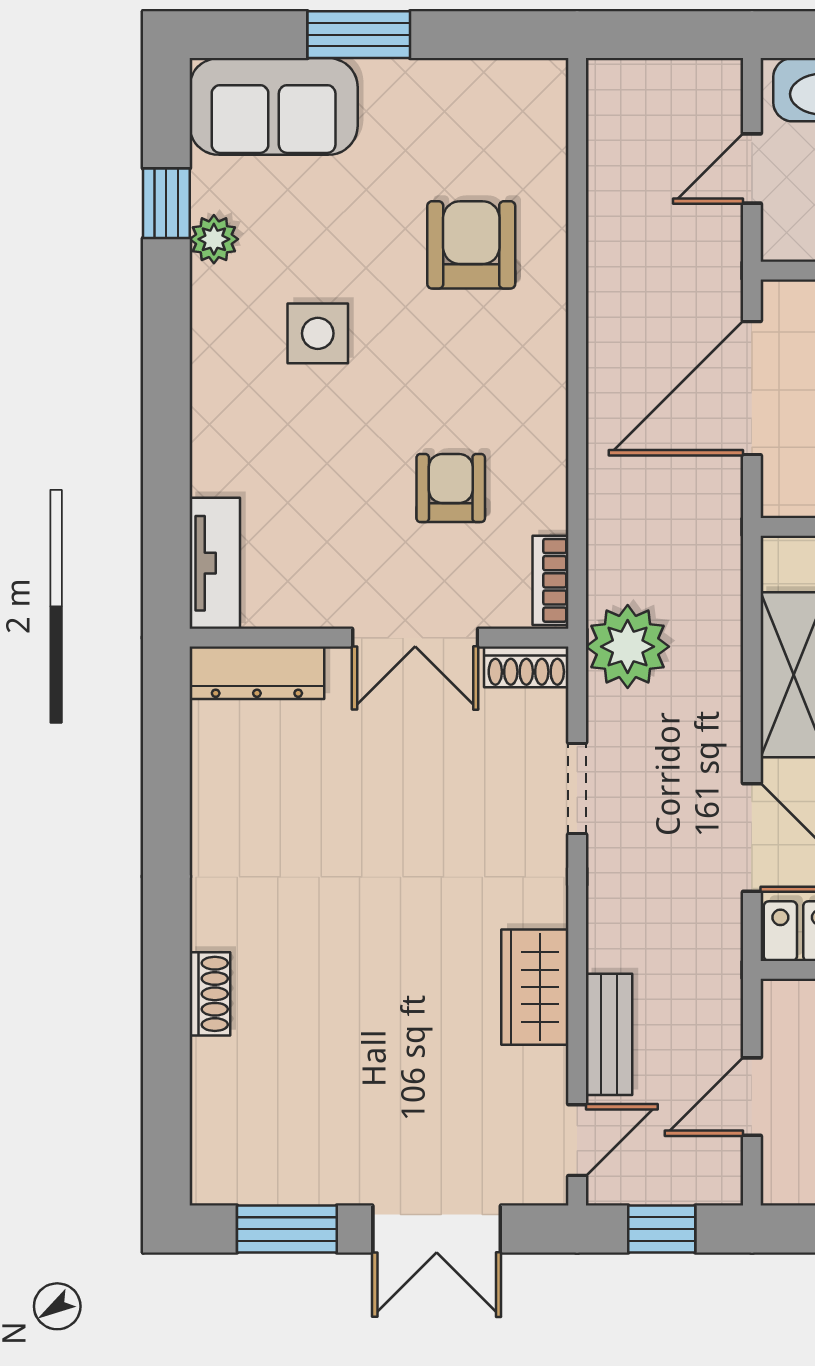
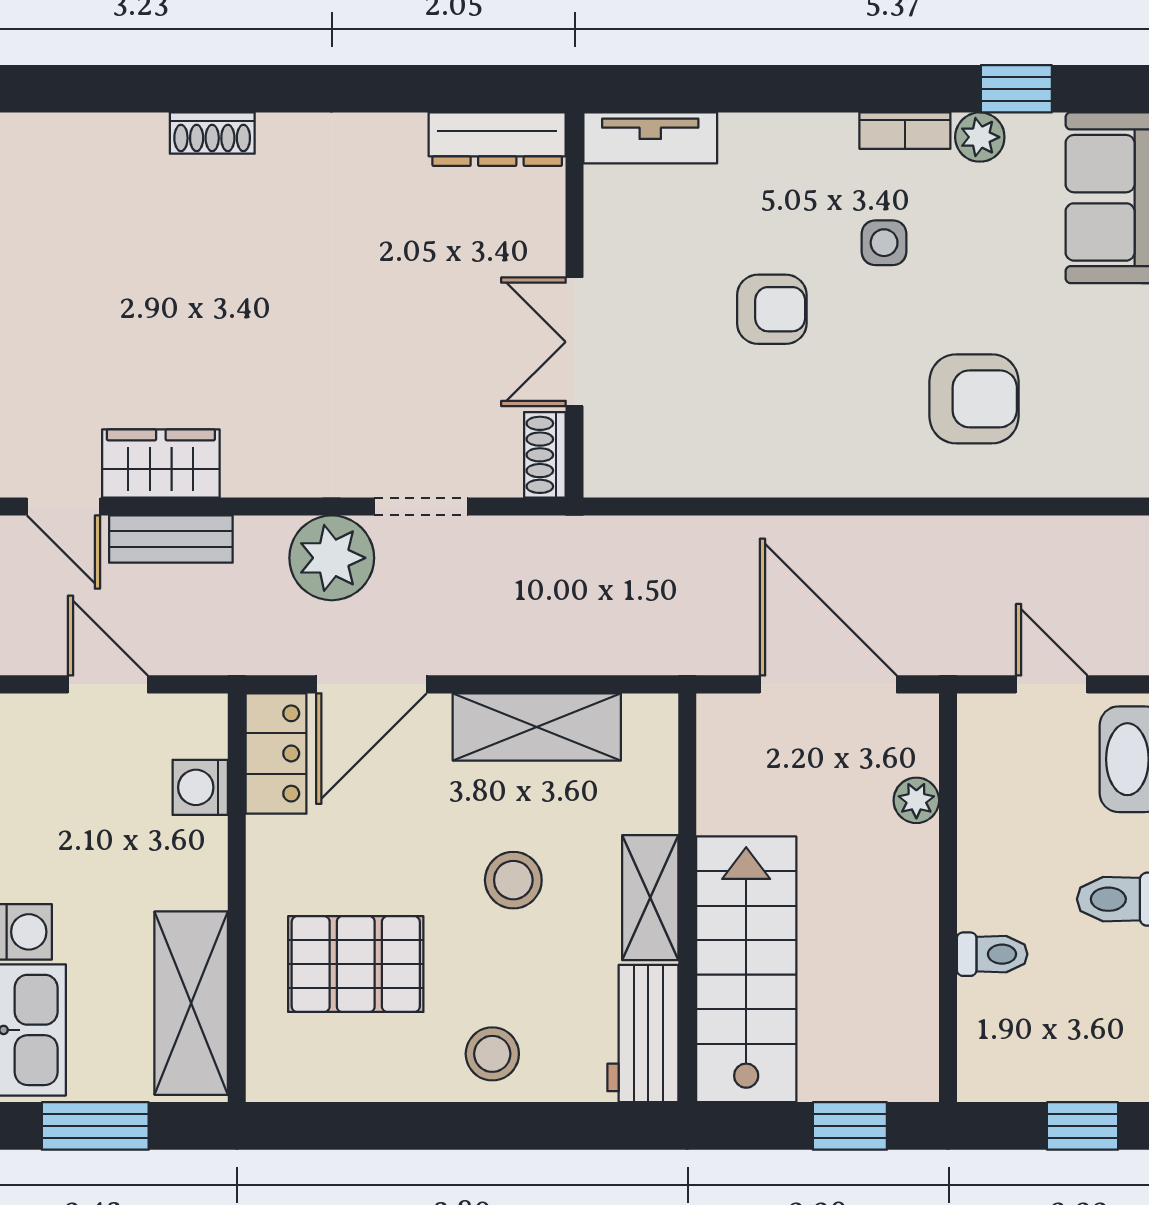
side table: (318, 333) -> (884, 243), width x0.73, depth x0.73
armchair: (451, 488) -> (772, 309), moved
bookcase: (551, 580) -> (905, 131), moved, turned 180
plant: (628, 647) -> (332, 558), moved
dresser: (257, 673) -> (497, 139), moved, turned -90
wardrobe: (535, 987) -> (161, 464), moved

